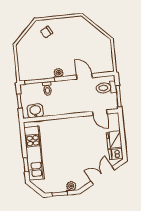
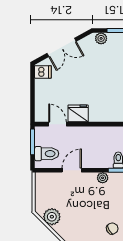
plant: (97, 37) -> (52, 217), added
door: (84, 76) -> (72, 170), swing flipped
fridge: (114, 140) -> (78, 113), moved, turned -90

